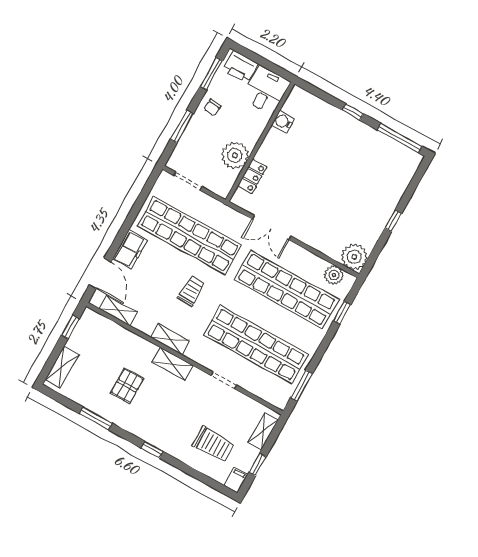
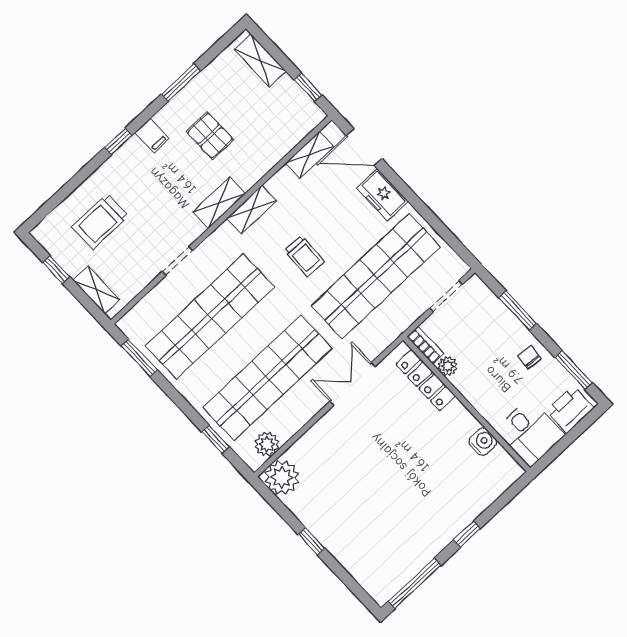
plant: (235, 155) -> (448, 366), width x0.53, depth x0.53
locker: (252, 176) -> (426, 380), width x1.53
bookcase: (227, 185) -> (425, 345), added
filing cabinet: (236, 480) -> (152, 136), moved

